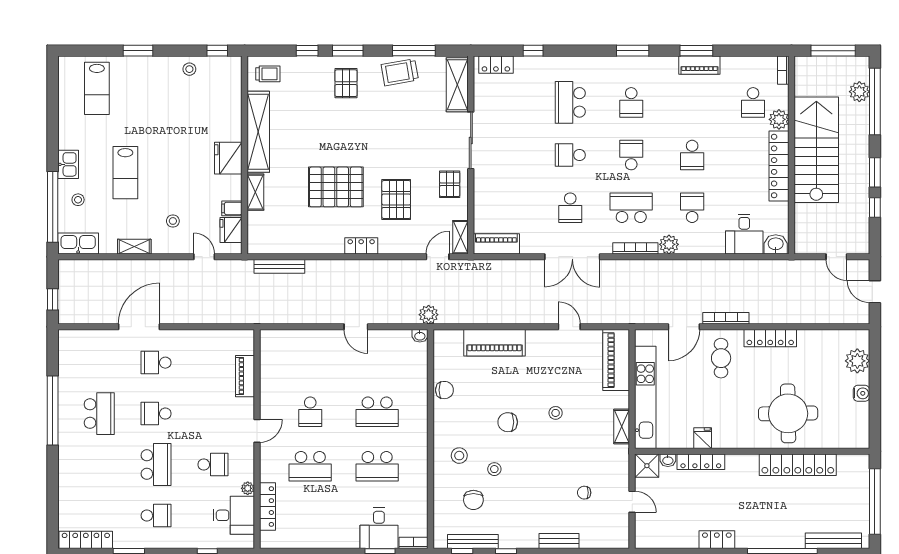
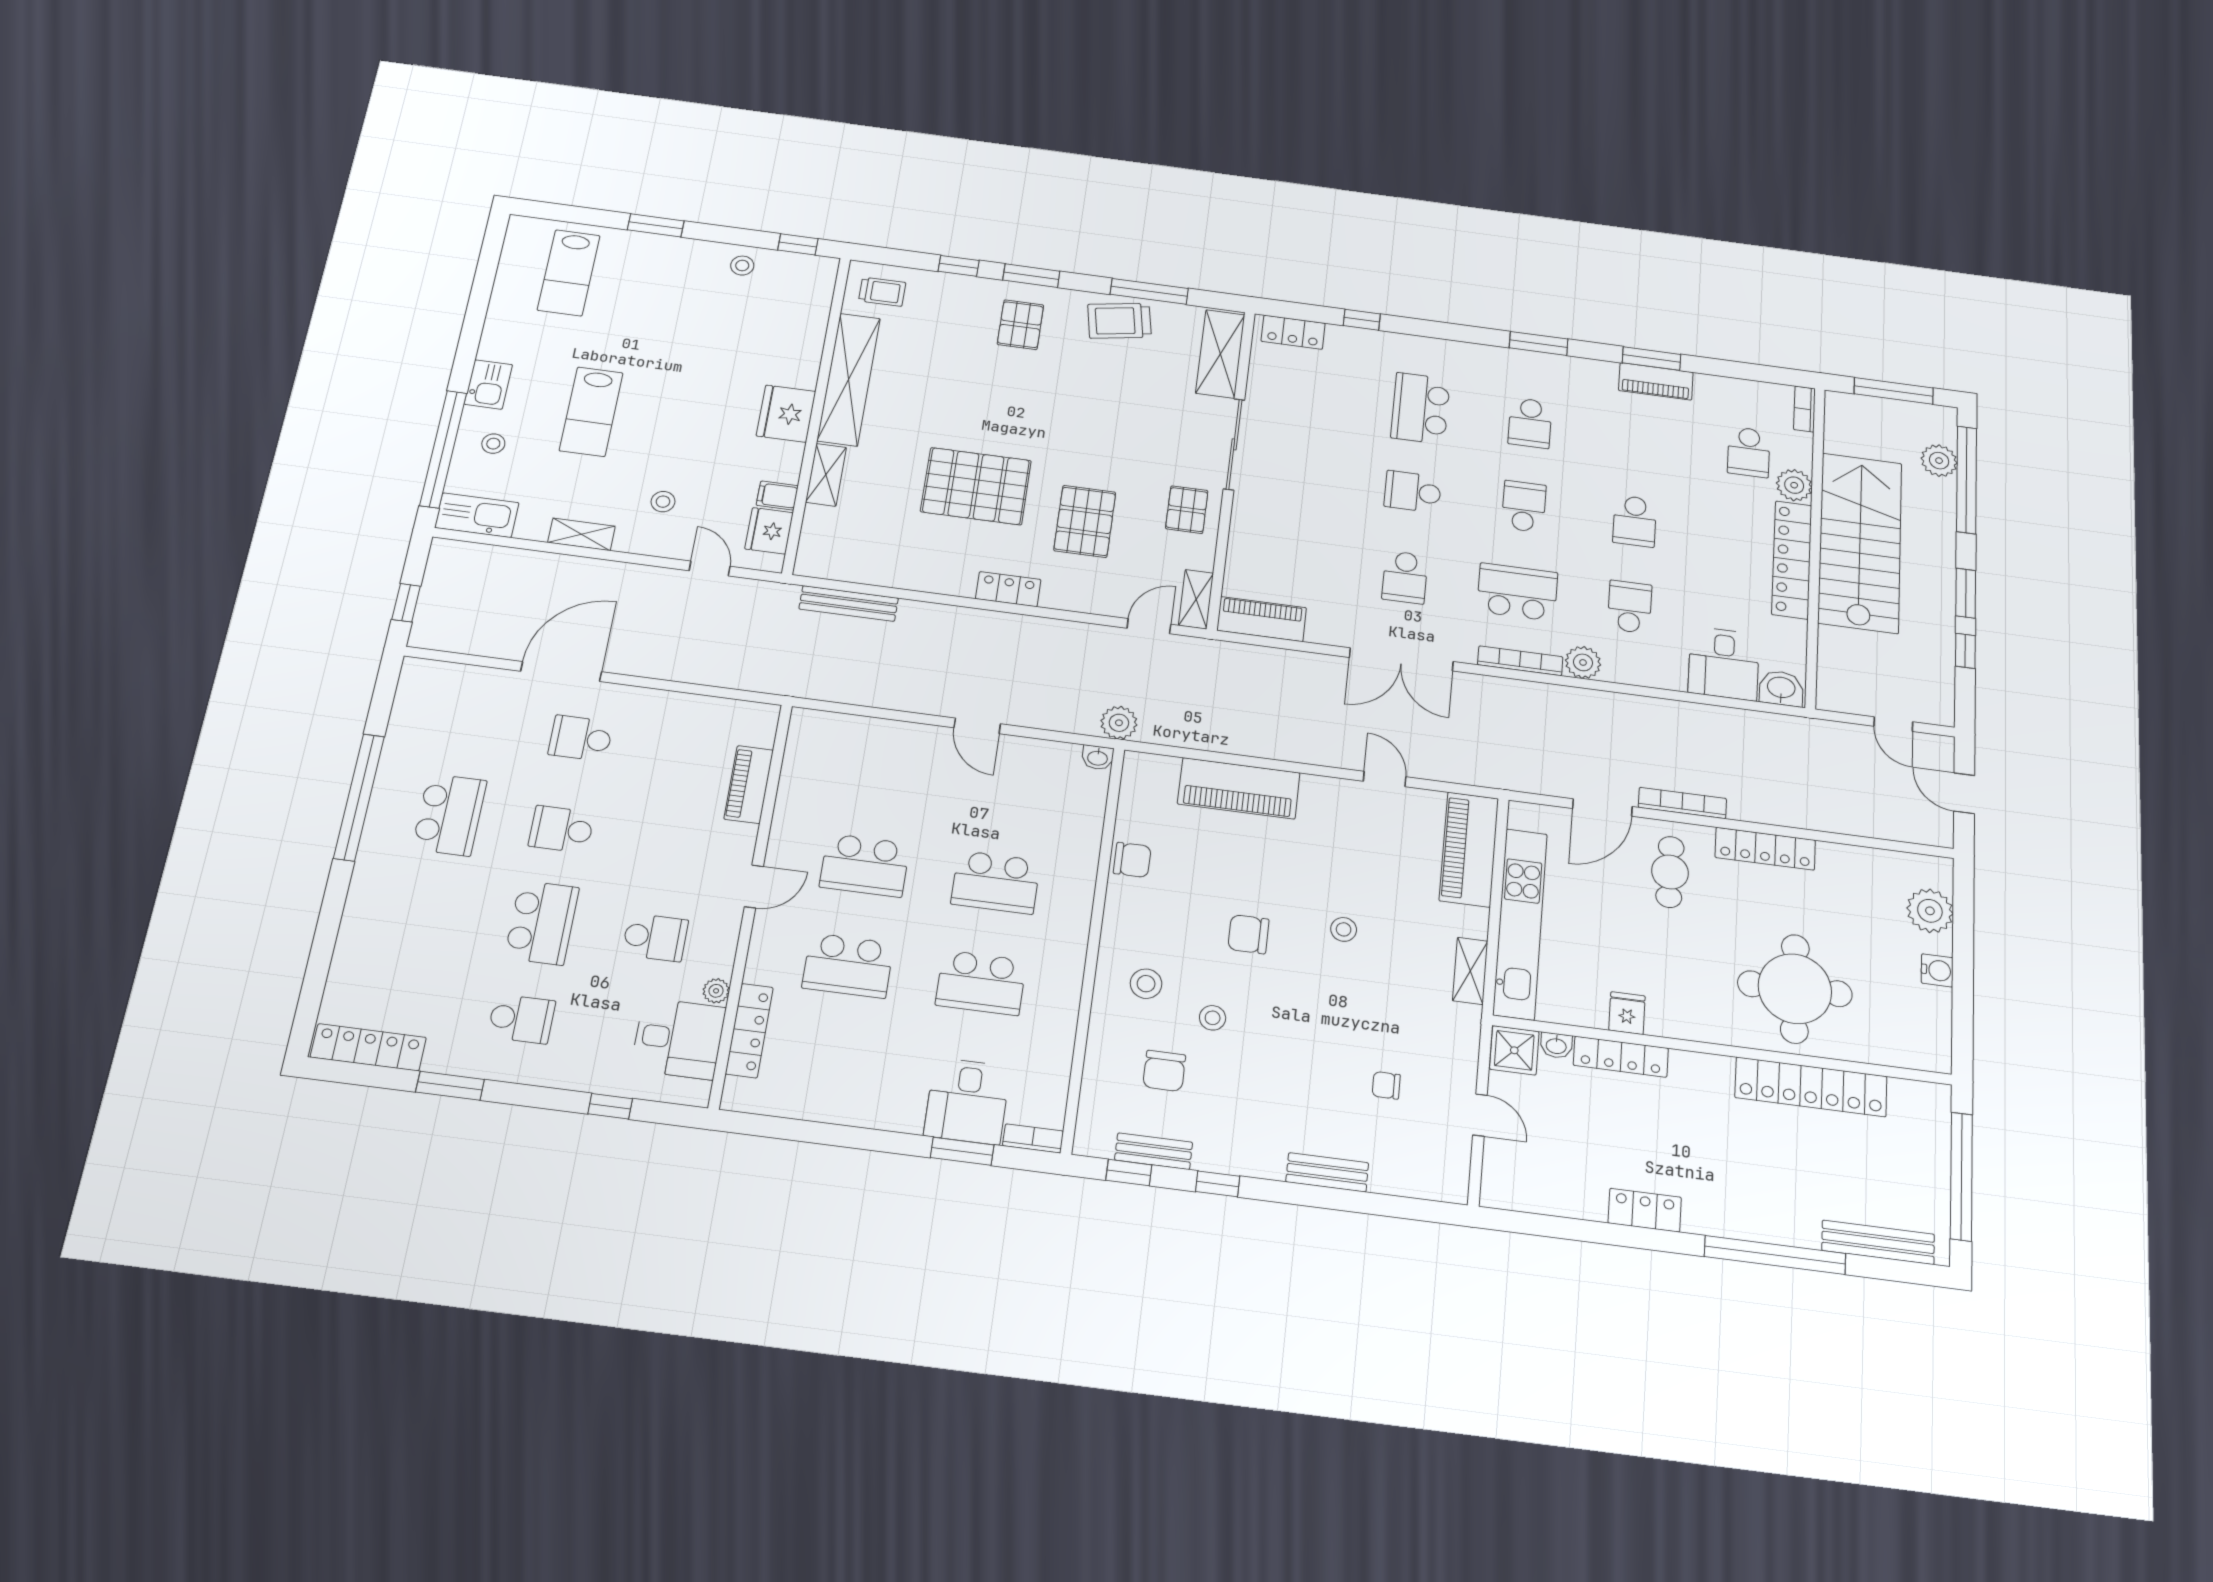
school desk: (310, 412) -> (865, 865), width x1.85
bench: (473, 542) -> (1154, 1151), width x0.73

